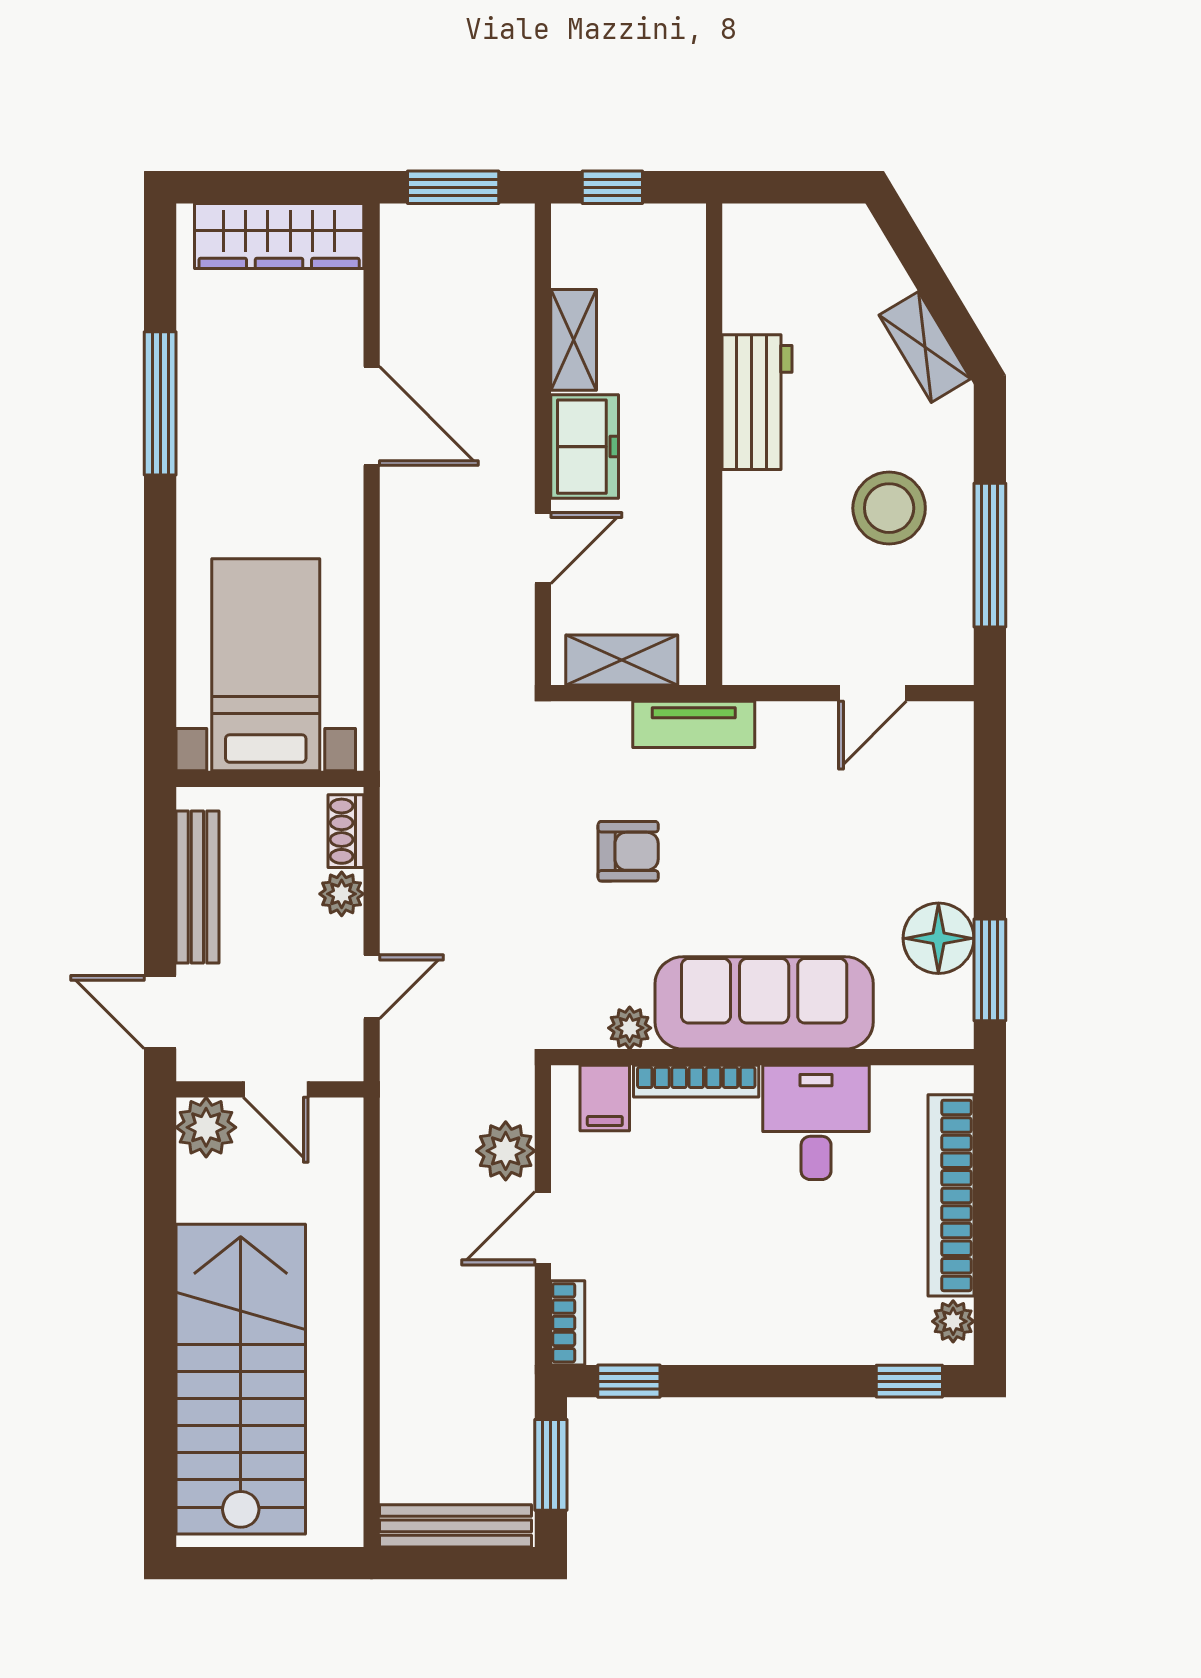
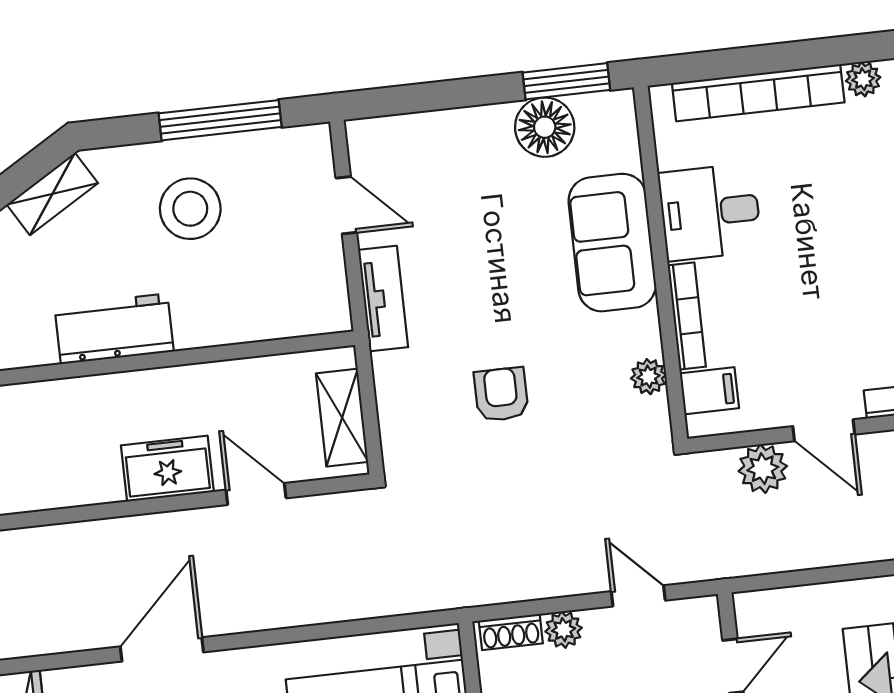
shelving: (574, 340) -> (79, 488), removed
tv unit: (694, 724) -> (383, 299), moved
sofa: (764, 1003) -> (612, 243), width x0.73

